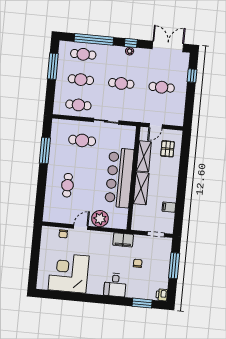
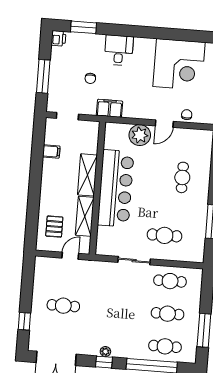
cafe table: (121, 83) -> (115, 310), removed

